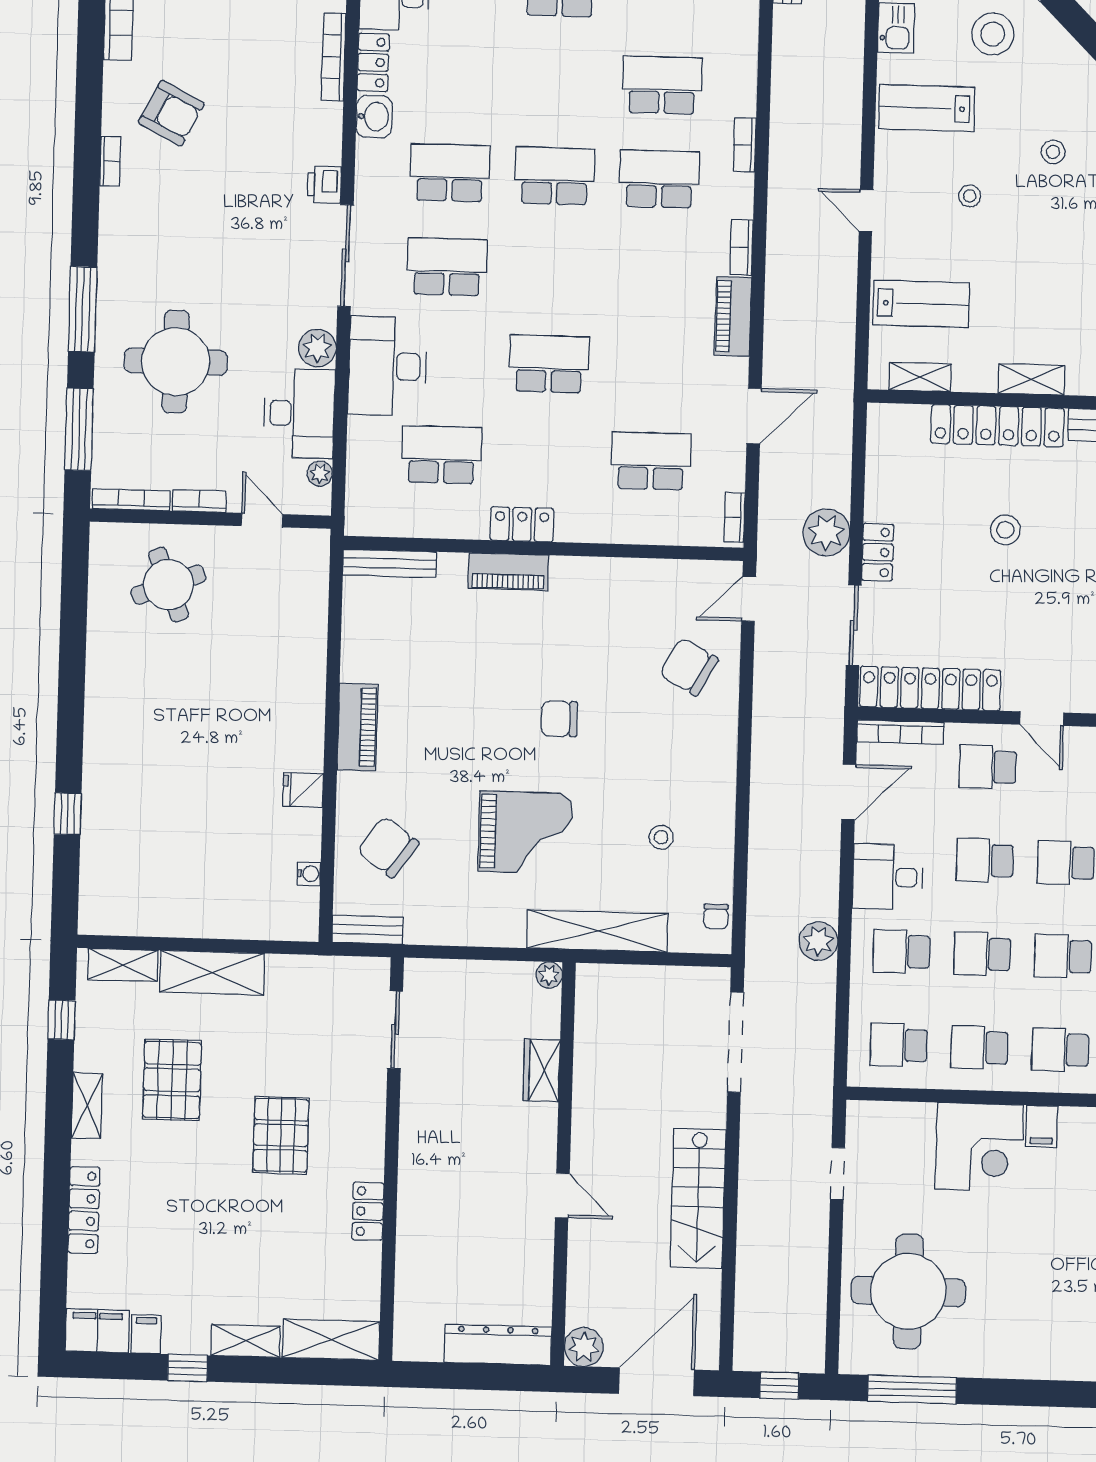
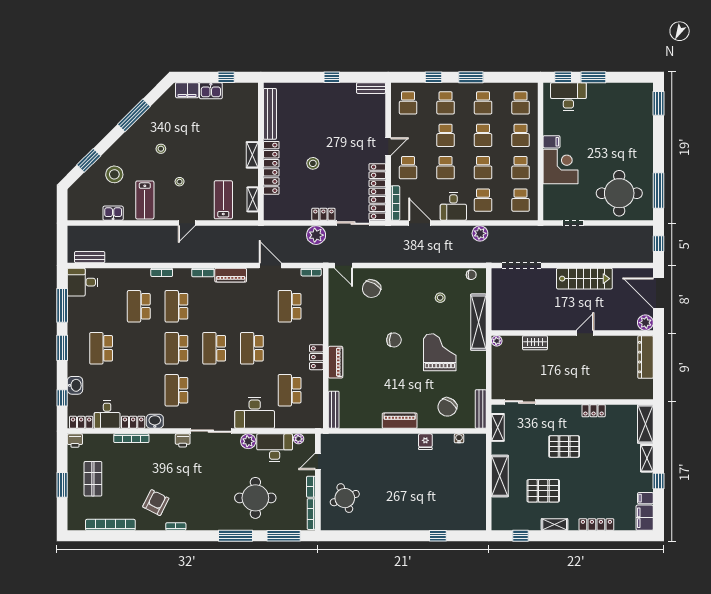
school desk: (447, 267) -> (214, 348), moved
chair: (559, 719) -> (394, 340), turned -87
bench: (368, 930) -> (481, 409), width x1.36
shelving: (123, 965) -> (498, 427), moved

